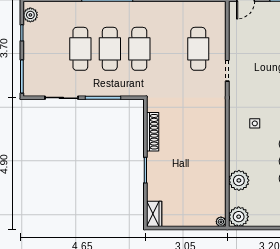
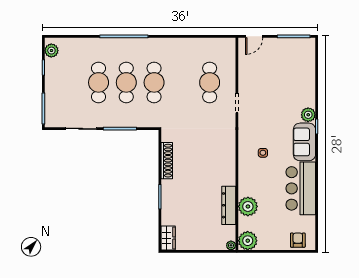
dresser: (219, 179) -> (229, 205), added

